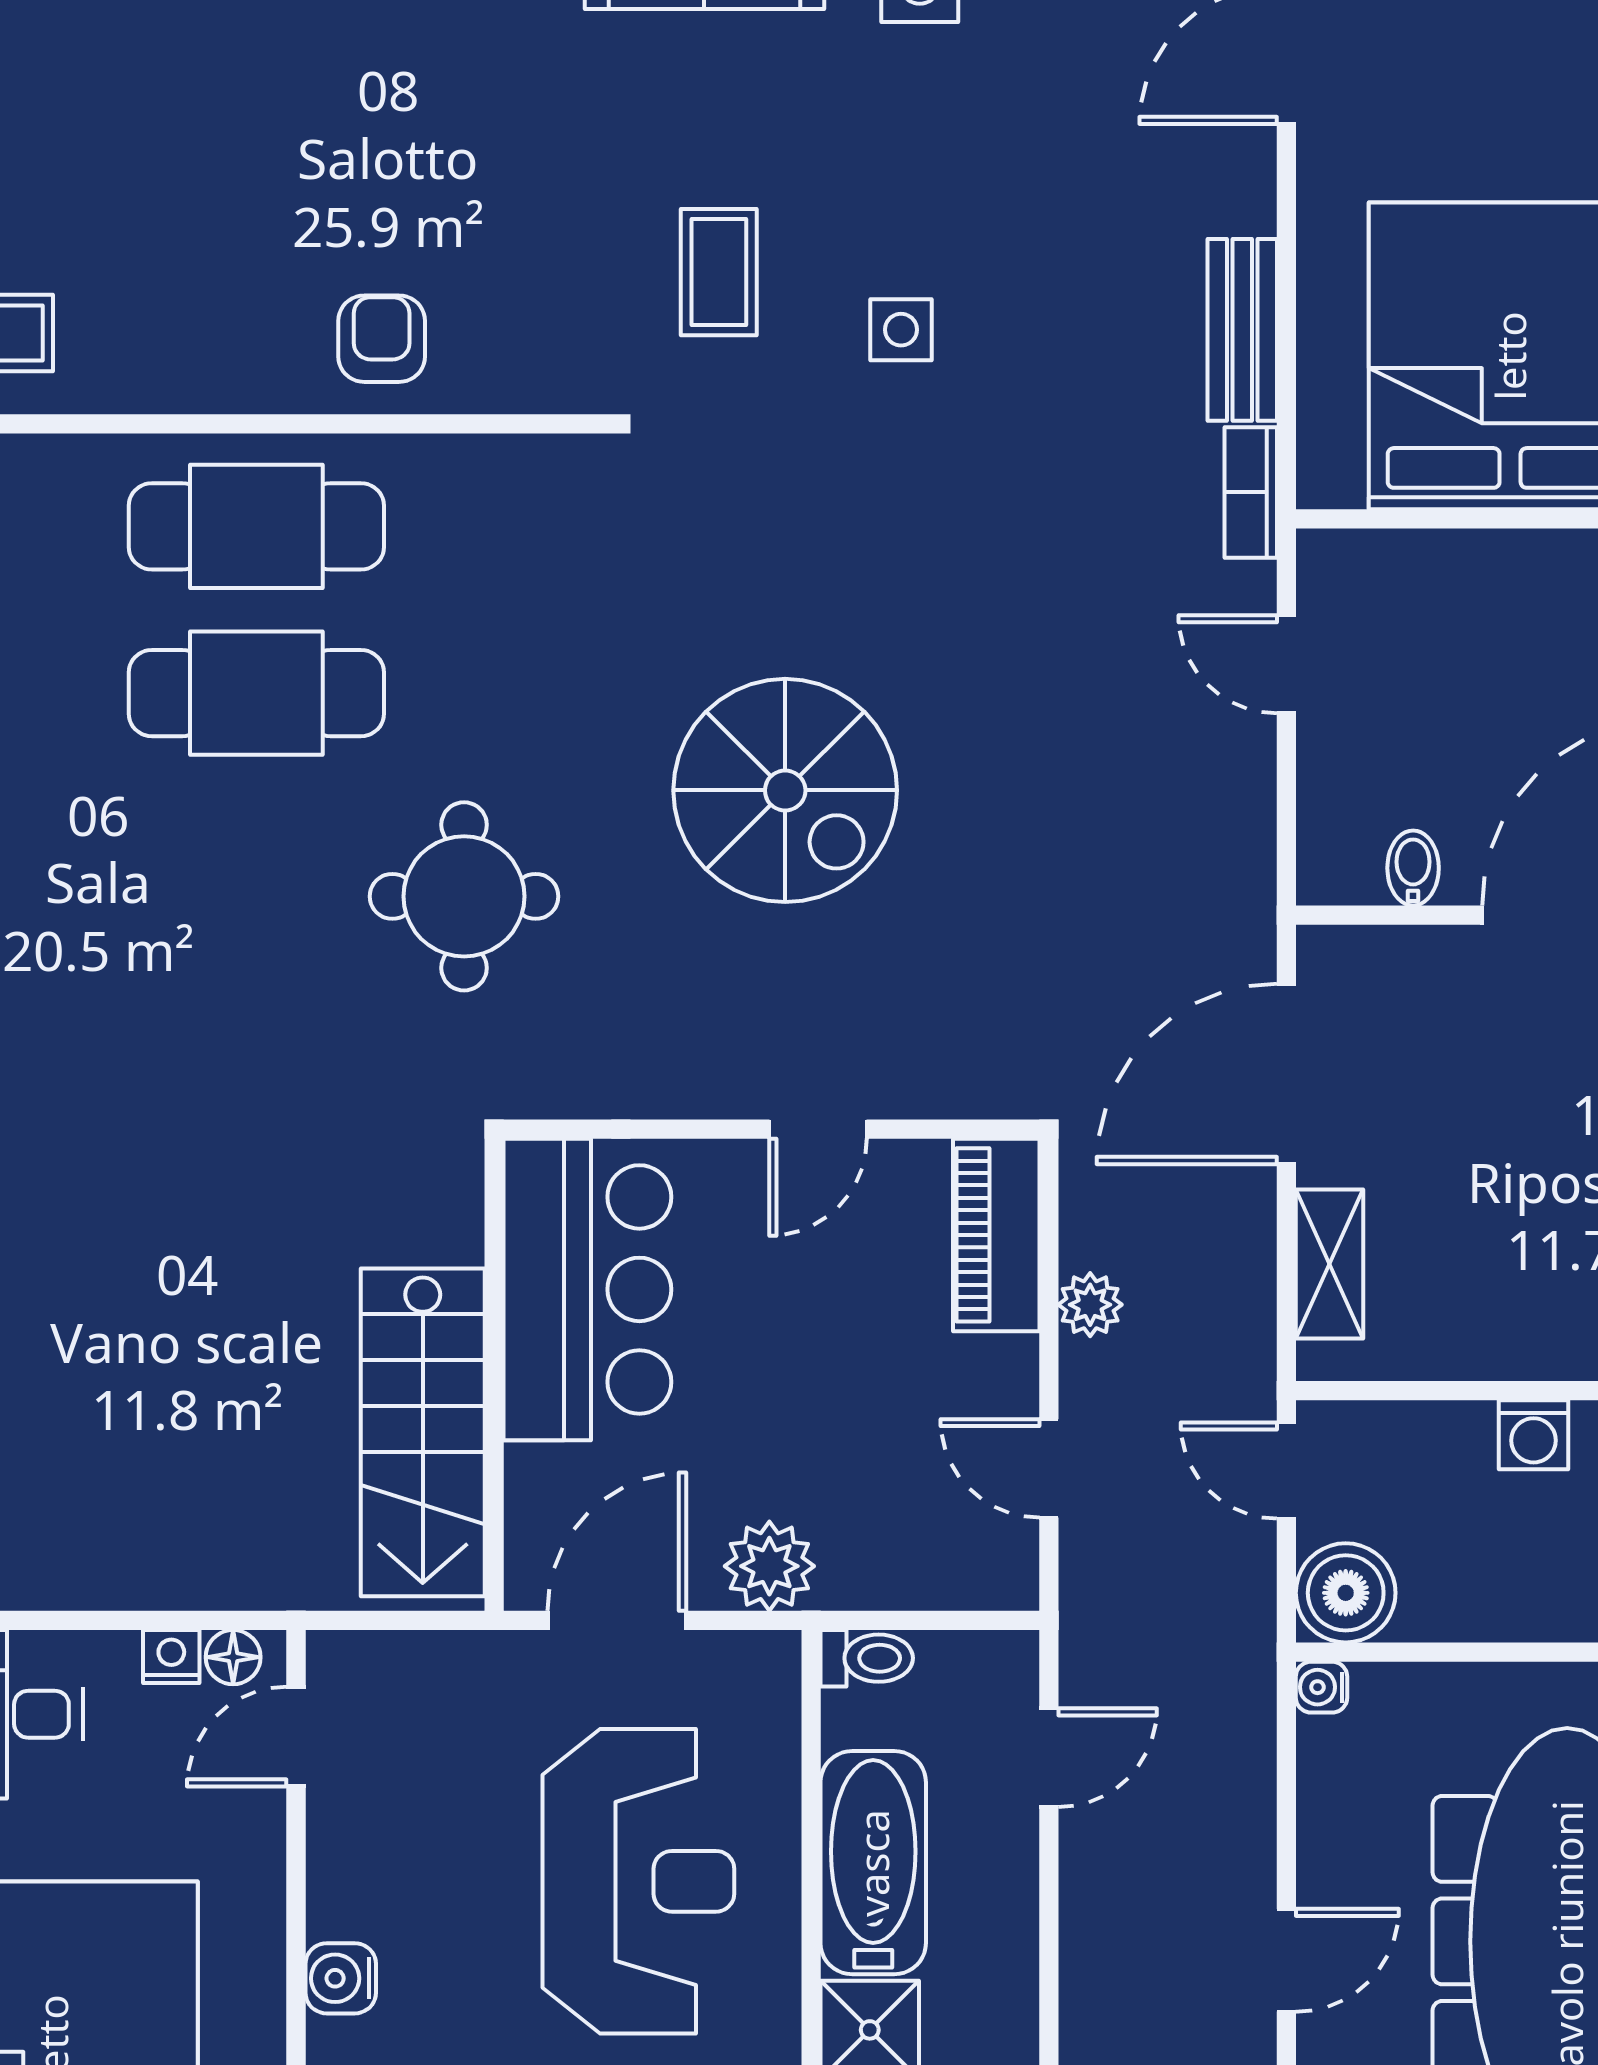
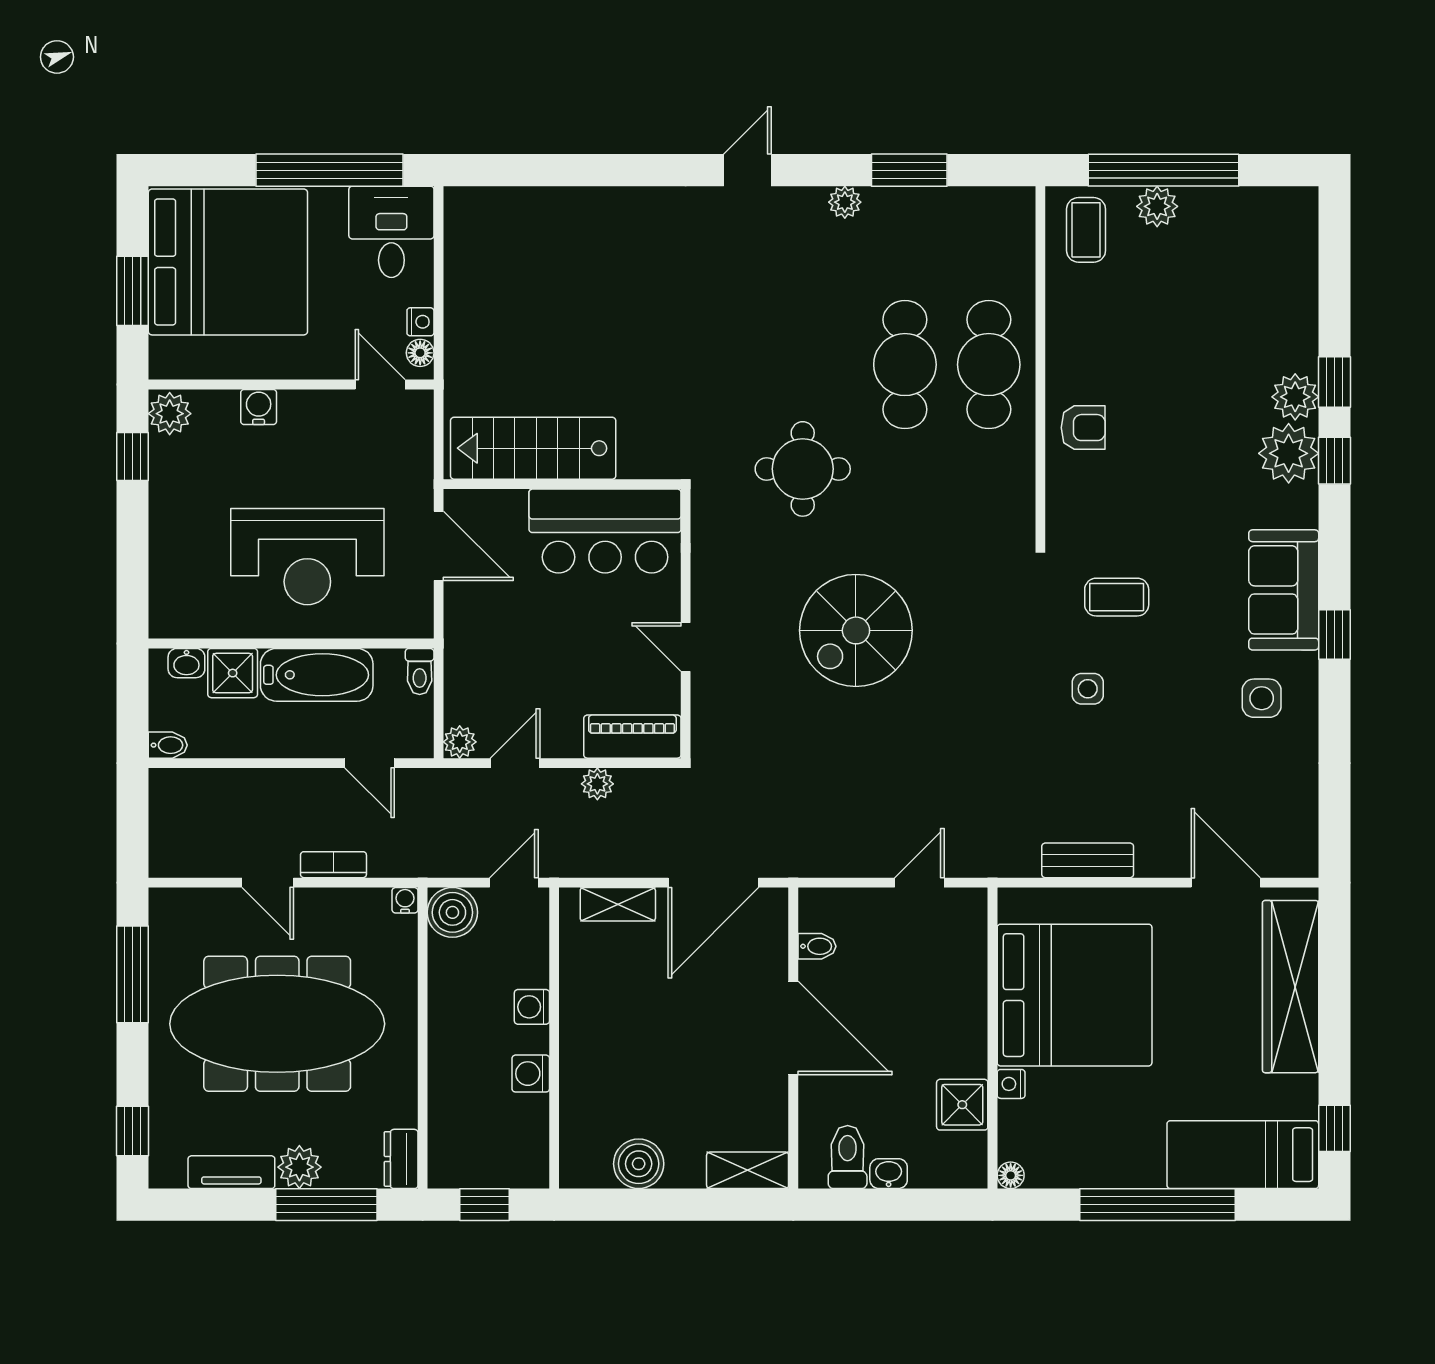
bookcase: (1251, 492) -> (333, 865), moved
door: (1286, 1074) -> (713, 883), swing flipped
plant: (769, 1566) -> (460, 742), moved, width x0.73, depth x0.73

